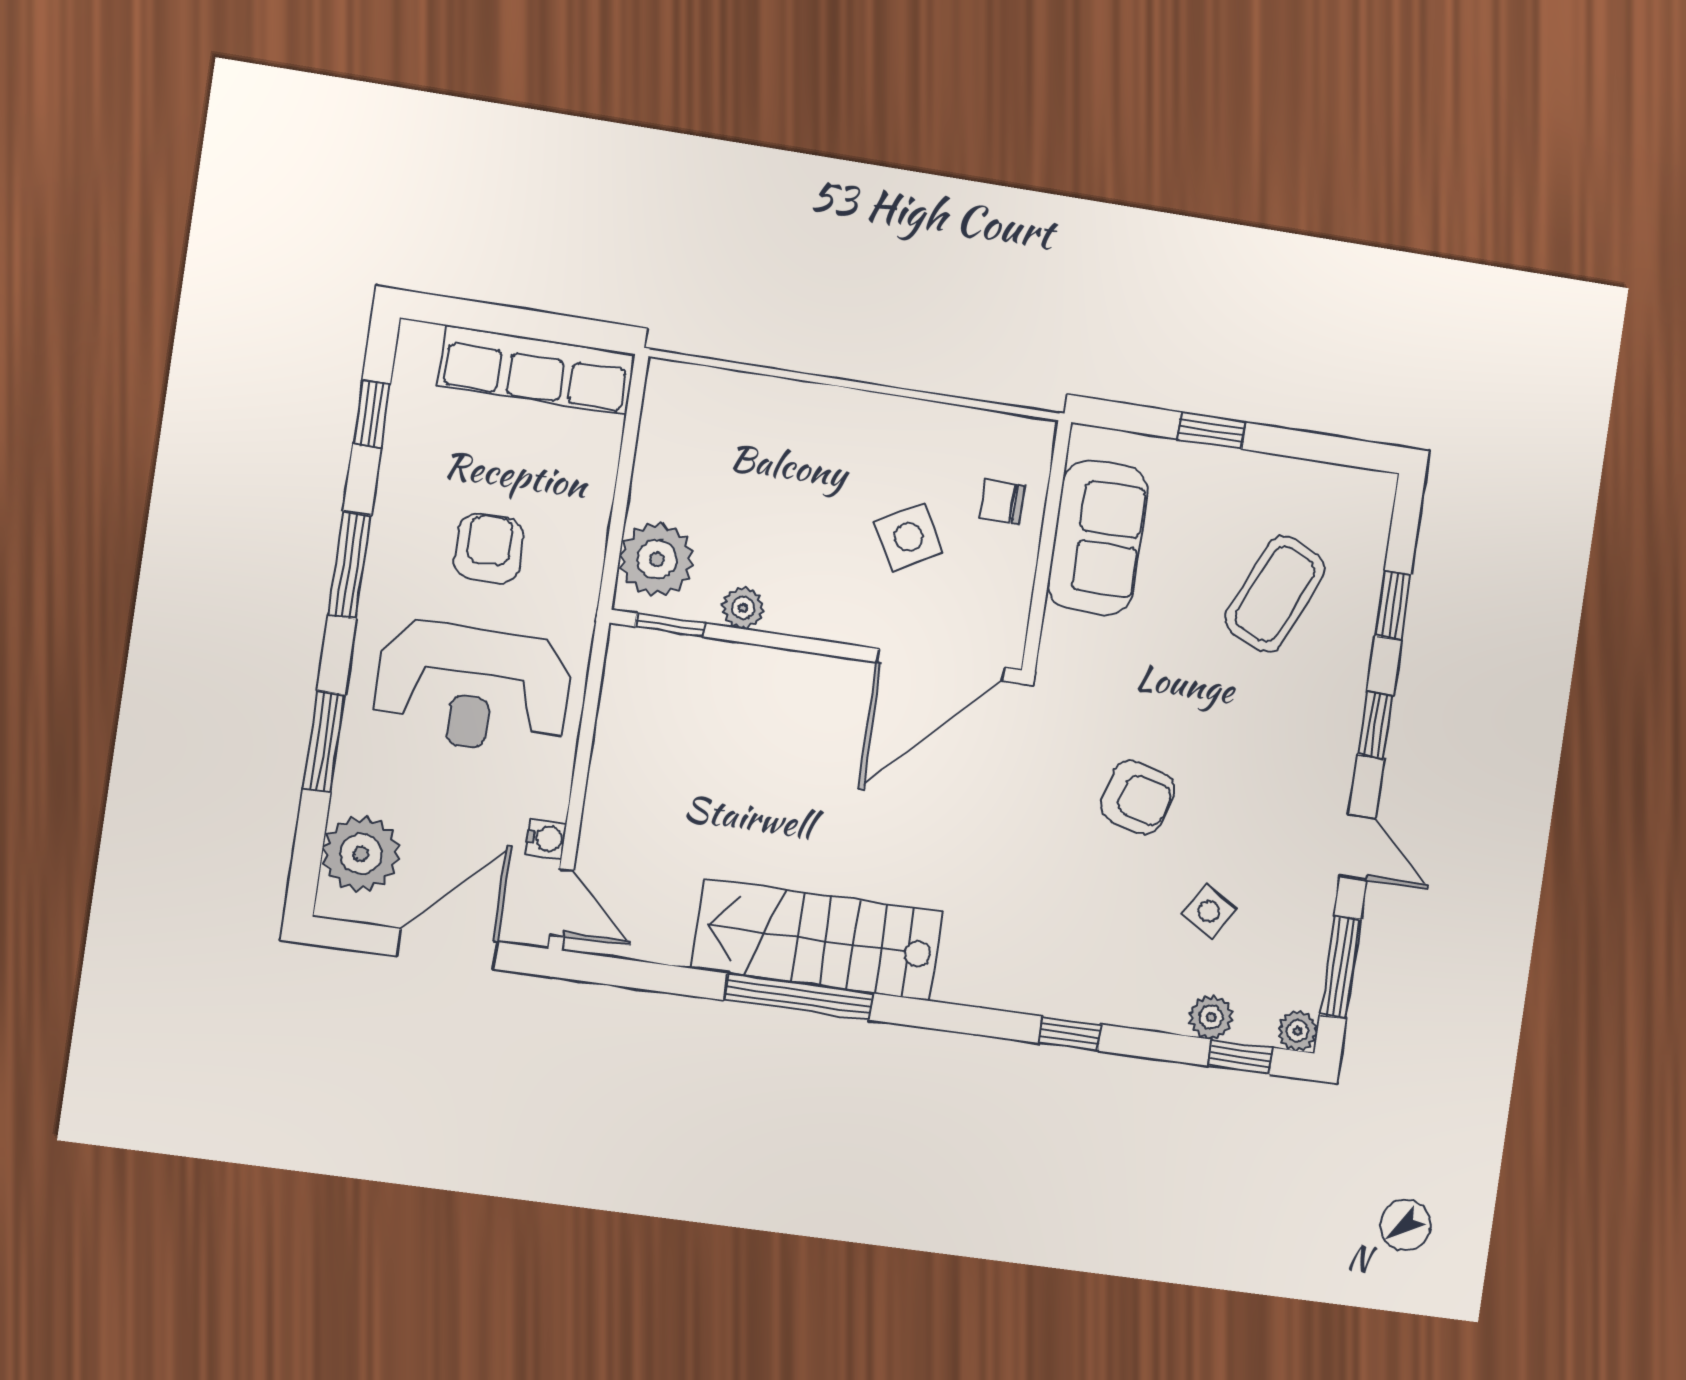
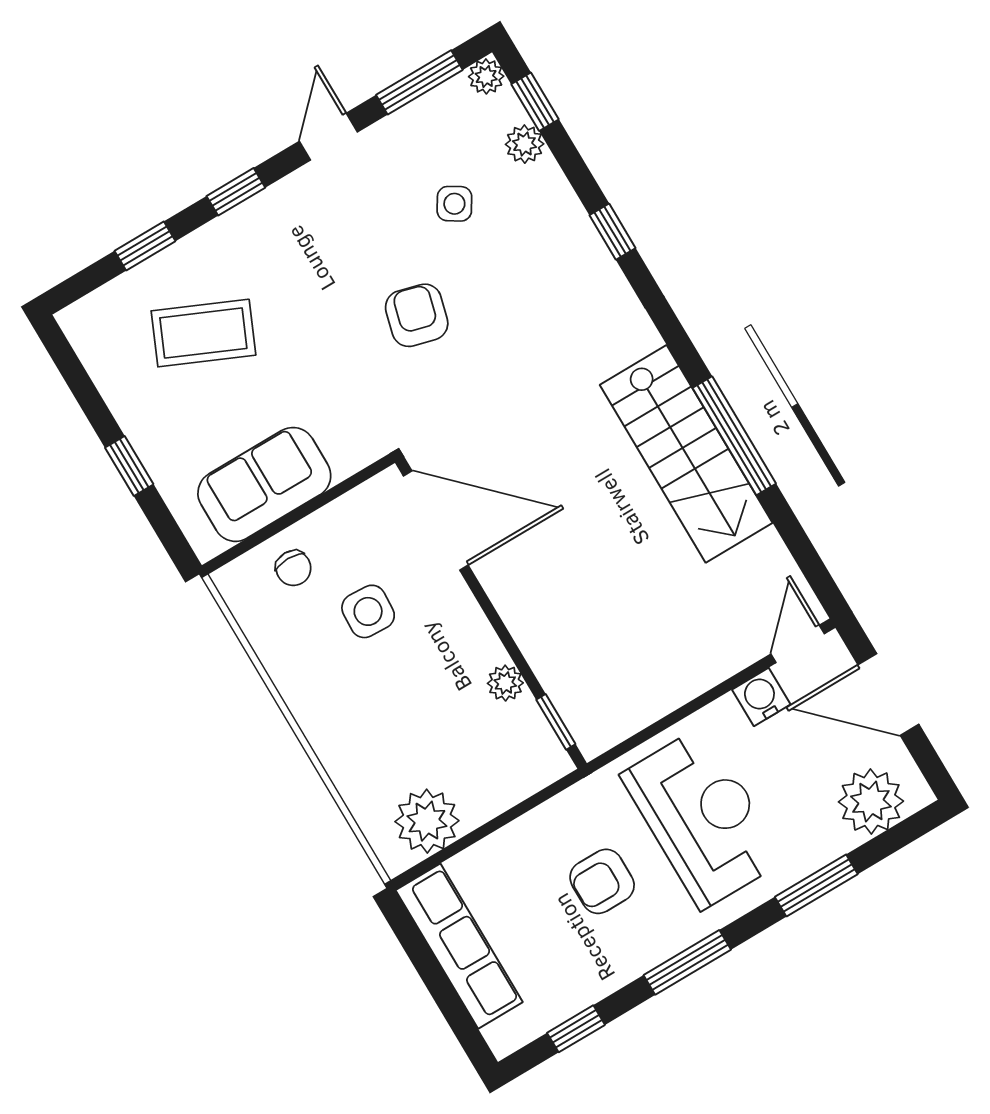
side table: (909, 537) -> (368, 611), turned 32
plant: (657, 559) -> (427, 821), moved
water cooler: (546, 838) -> (761, 697), width x1.38, depth x1.38

